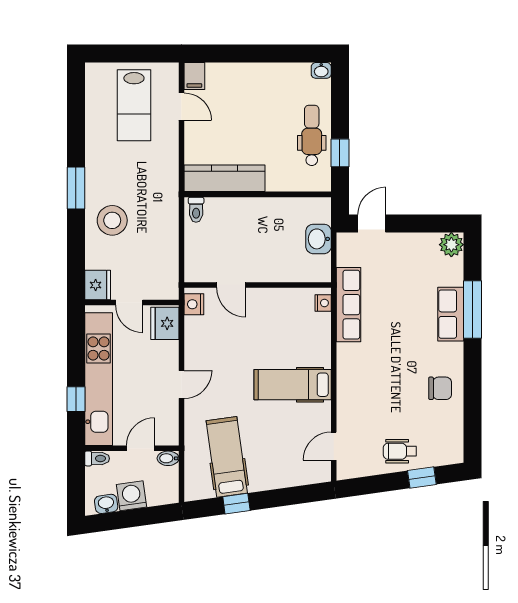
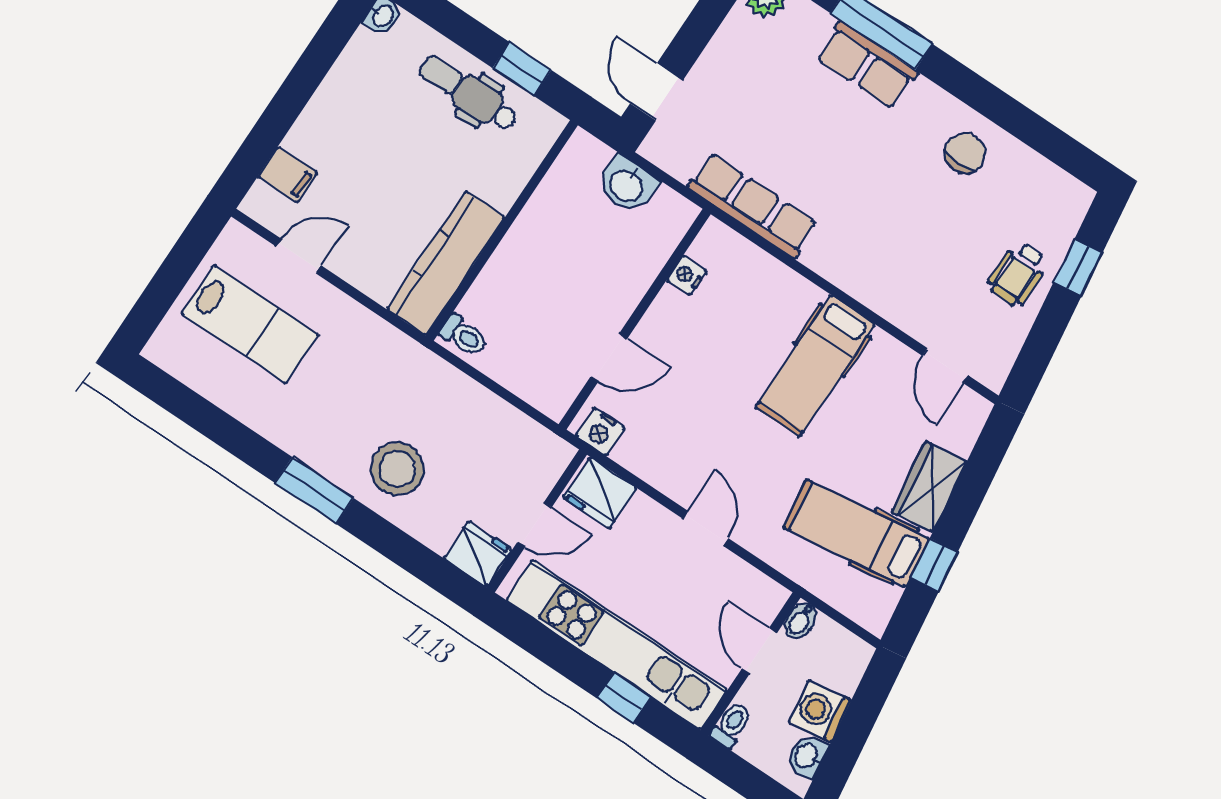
filing cabinet: (194, 76) -> (288, 175), moved
nightstand: (323, 303) -> (687, 275), moved, turned -90
wardrobe: (272, 477) -> (929, 487), added

